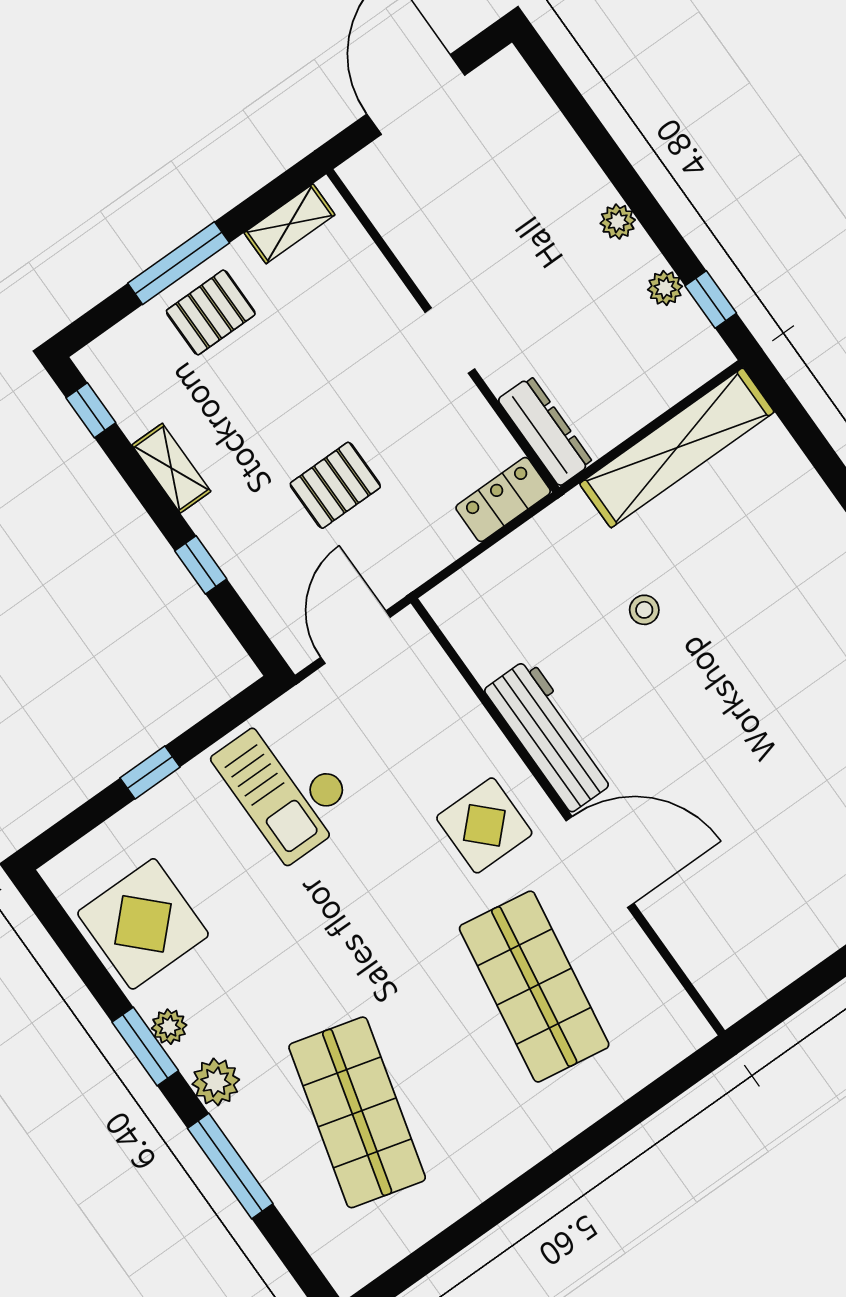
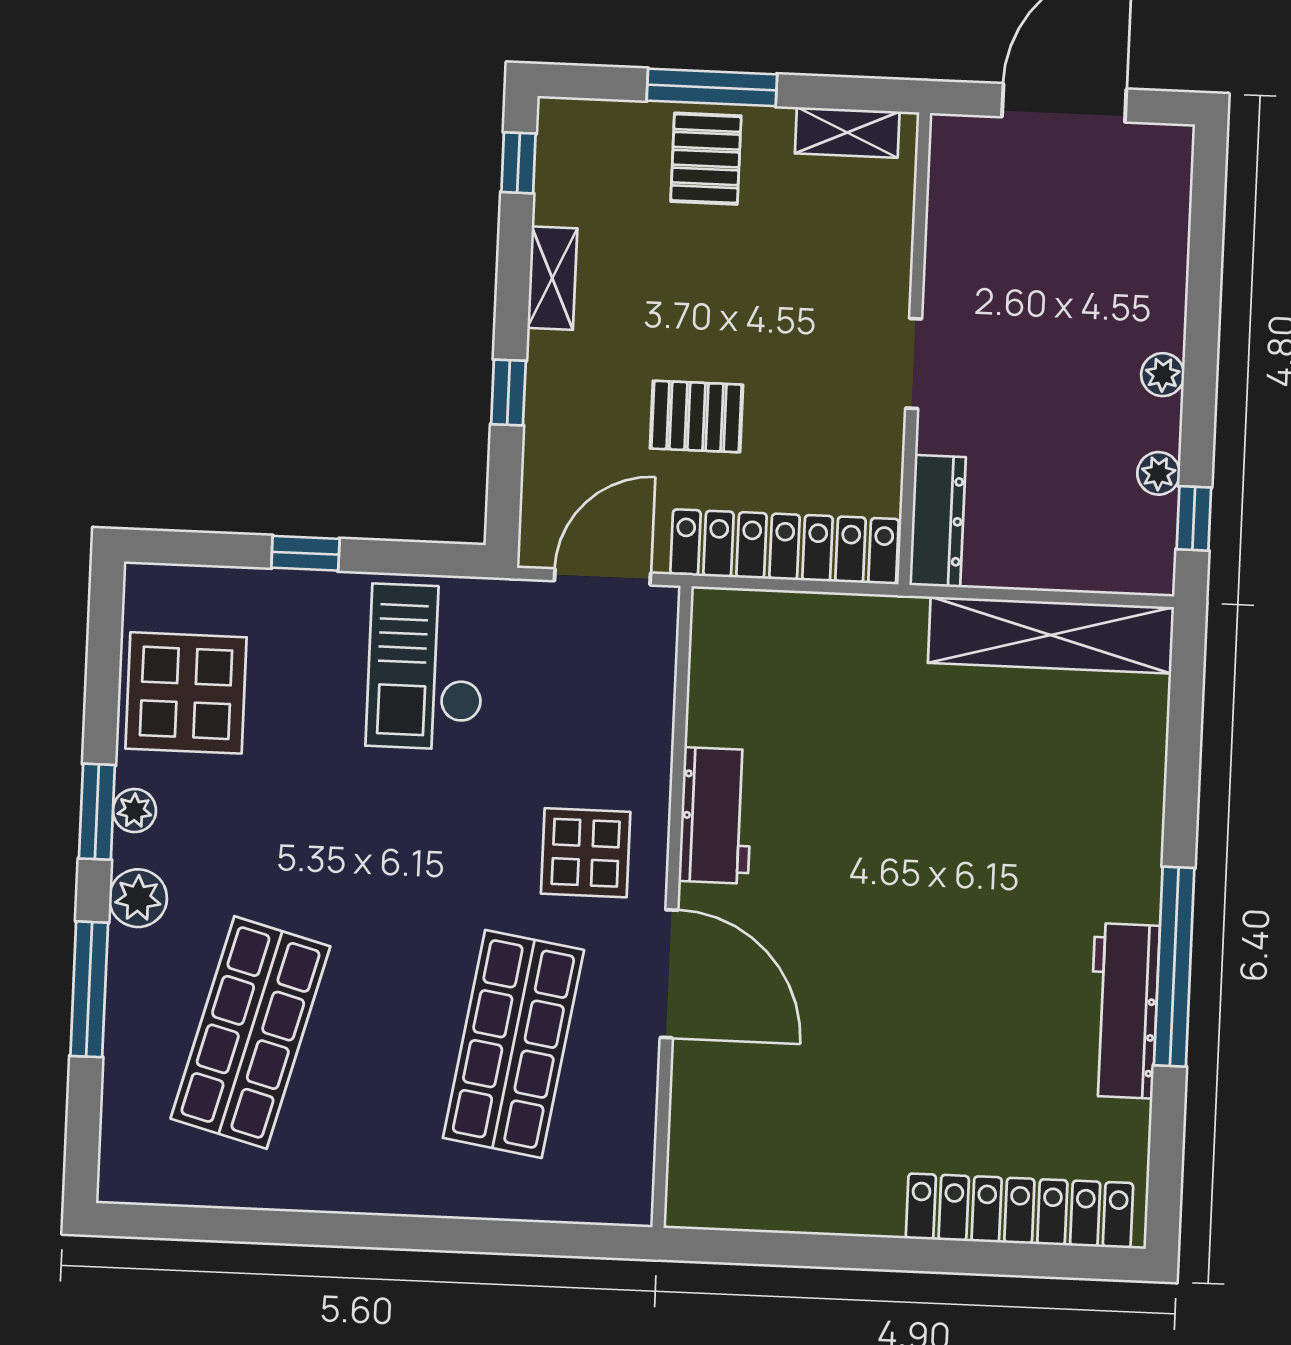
pallet: (211, 312) -> (706, 159), turned 90
locker: (503, 500) -> (785, 547), width x2.16, depth x1.21
stool: (644, 610) -> (899, 766), removed
workbench: (550, 735) -> (716, 815), width x0.73

